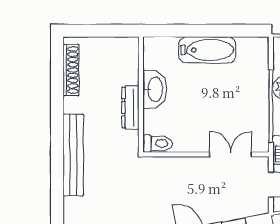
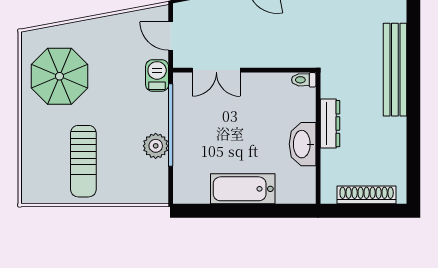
shoe rack: (71, 70) -> (367, 195), moved, turned 90
toilet: (158, 144) -> (304, 80), width x0.73, depth x0.72

